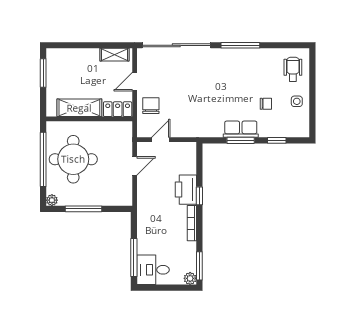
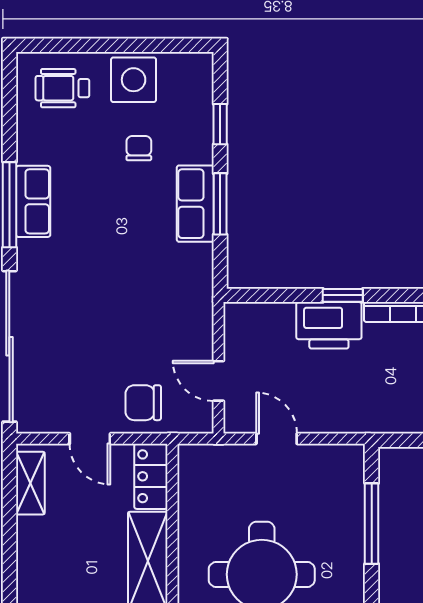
row of seats: (242, 56) -> (33, 201), added
side table: (297, 101) -> (134, 80), width x1.87, depth x1.87
window: (83, 209) -> (372, 524), moved

